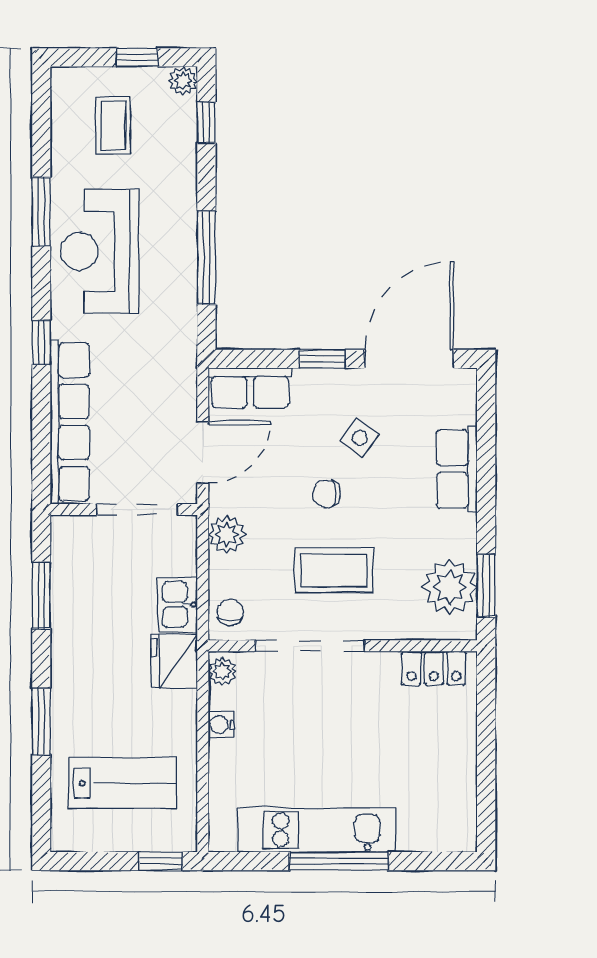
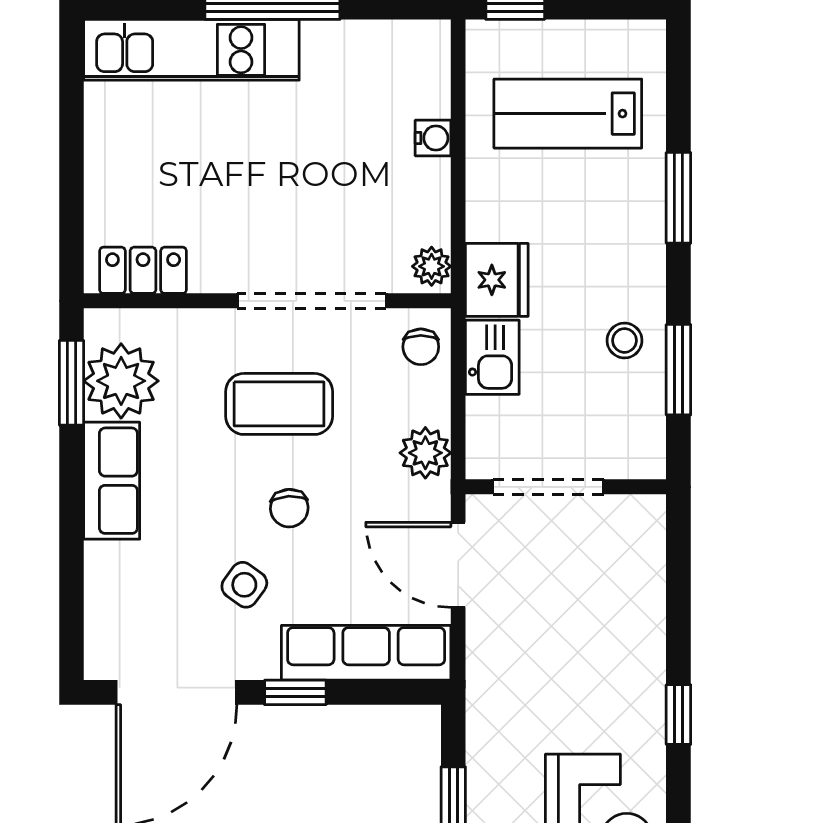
row of seats: (250, 388) -> (366, 653), width x1.48
row of seats: (70, 422) -> (640, 606), removed
door: (203, 452) -> (458, 565), hinge flipped
row of seats: (457, 469) -> (112, 481), moved
chair: (327, 494) -> (289, 508), turned 87
stool: (81, 617) -> (625, 340), added
water cooler: (221, 724) -> (433, 138), moved
kitchen unit: (317, 830) -> (191, 50), moved

